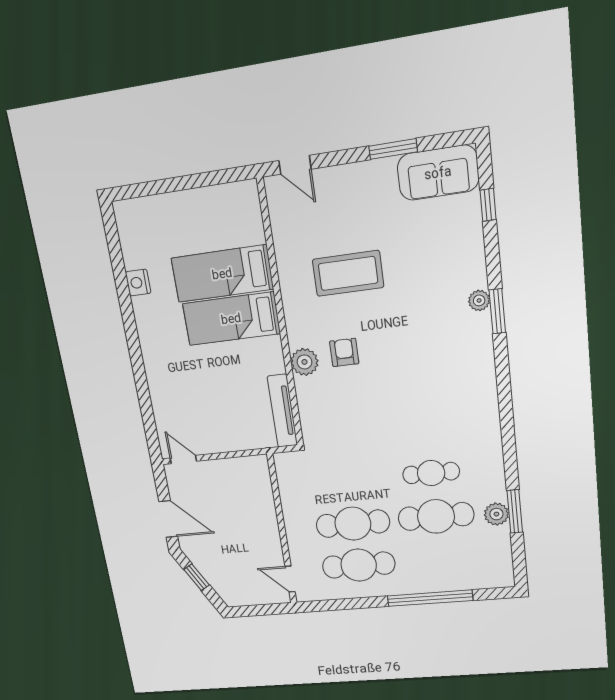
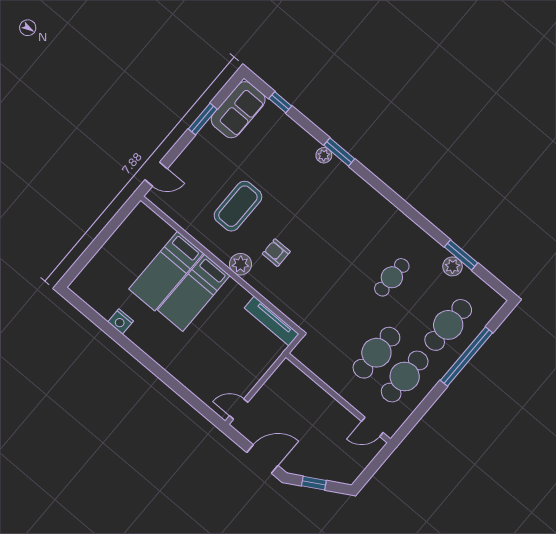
plant: (304, 362) -> (241, 264), moved
cafe table: (436, 516) -> (448, 325), moved

